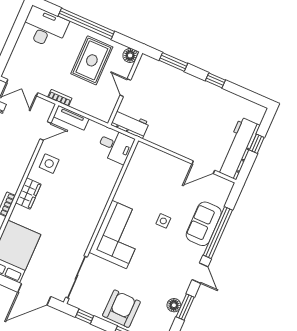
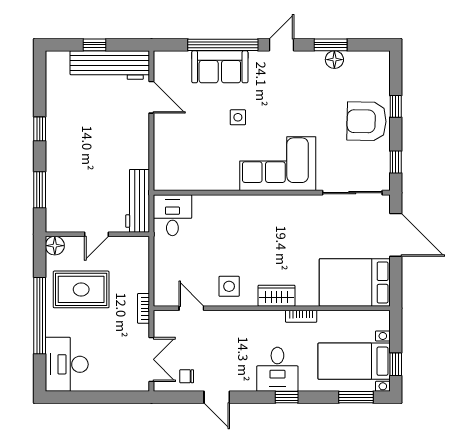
tv unit: (71, 118) -> (162, 284), removed
workbench: (130, 124) -> (138, 201), width x1.38

